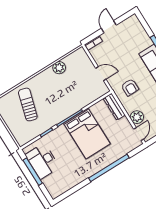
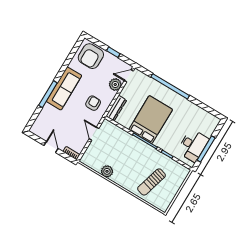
door: (109, 27) -> (51, 147), swing flipped

